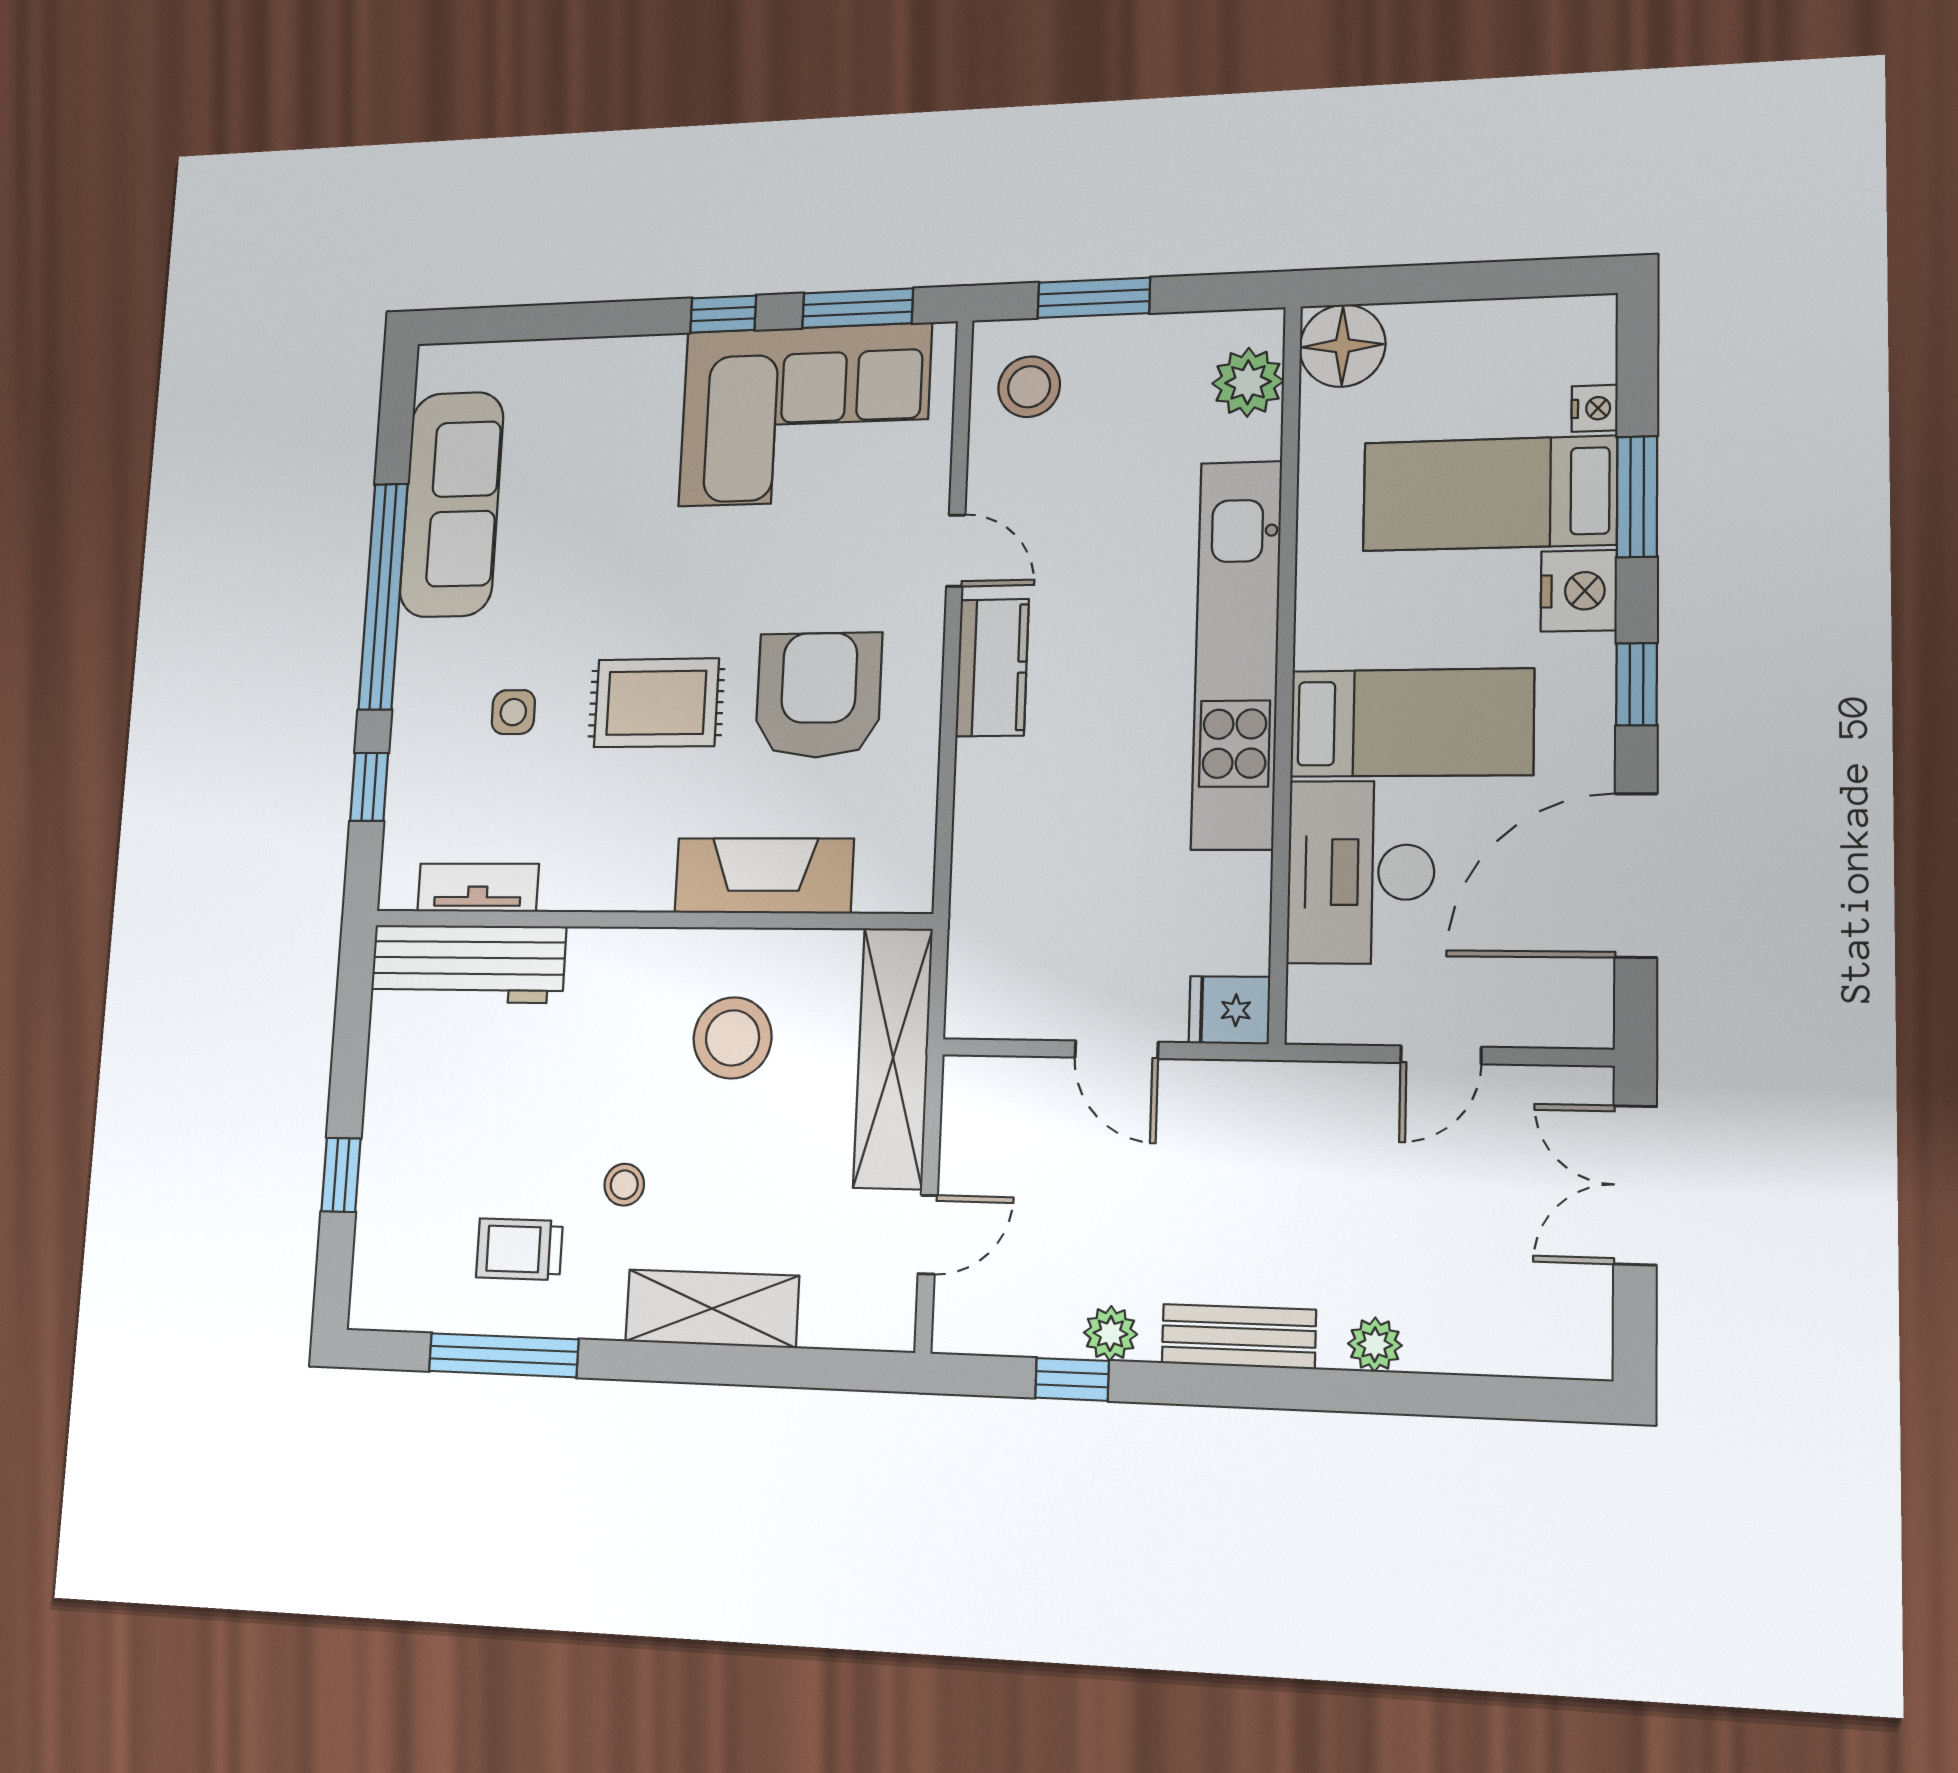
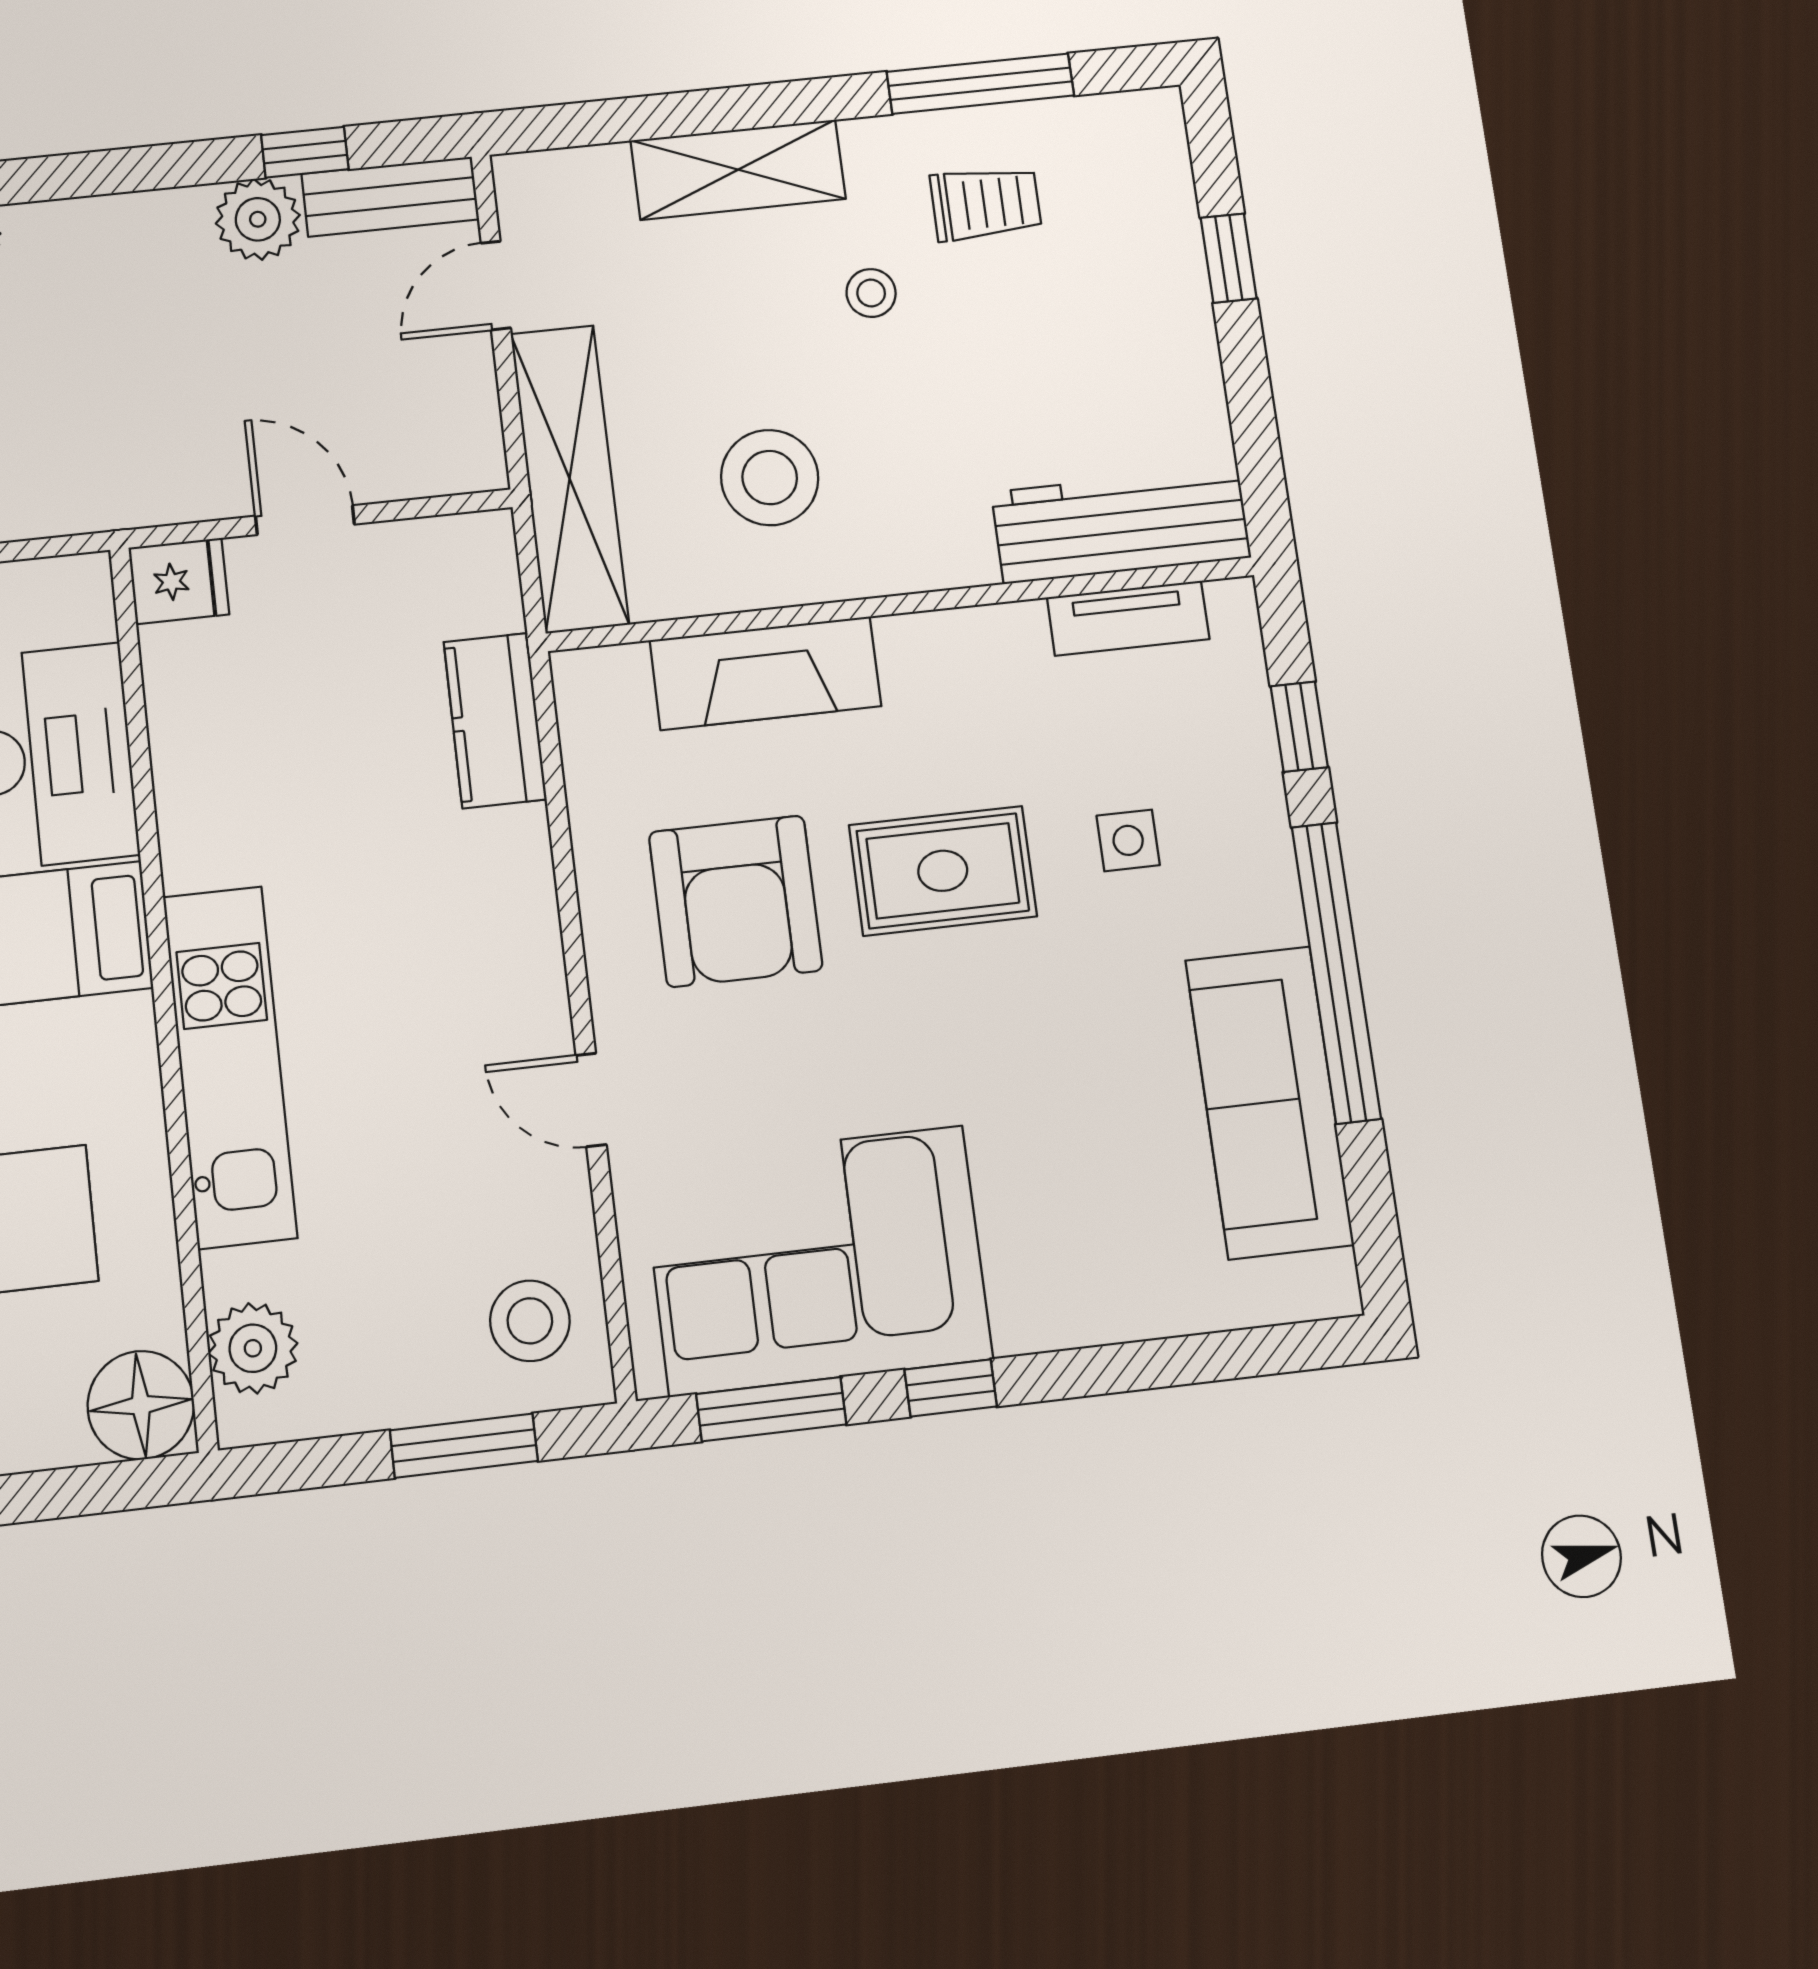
kitchen unit: (1237, 654) -> (230, 1067), width x0.73
kitchen counter: (992, 668) -> (495, 721), moved
plant: (1110, 1333) -> (258, 219), width x1.38, depth x1.38
bench: (1239, 1337) -> (390, 197), moved

